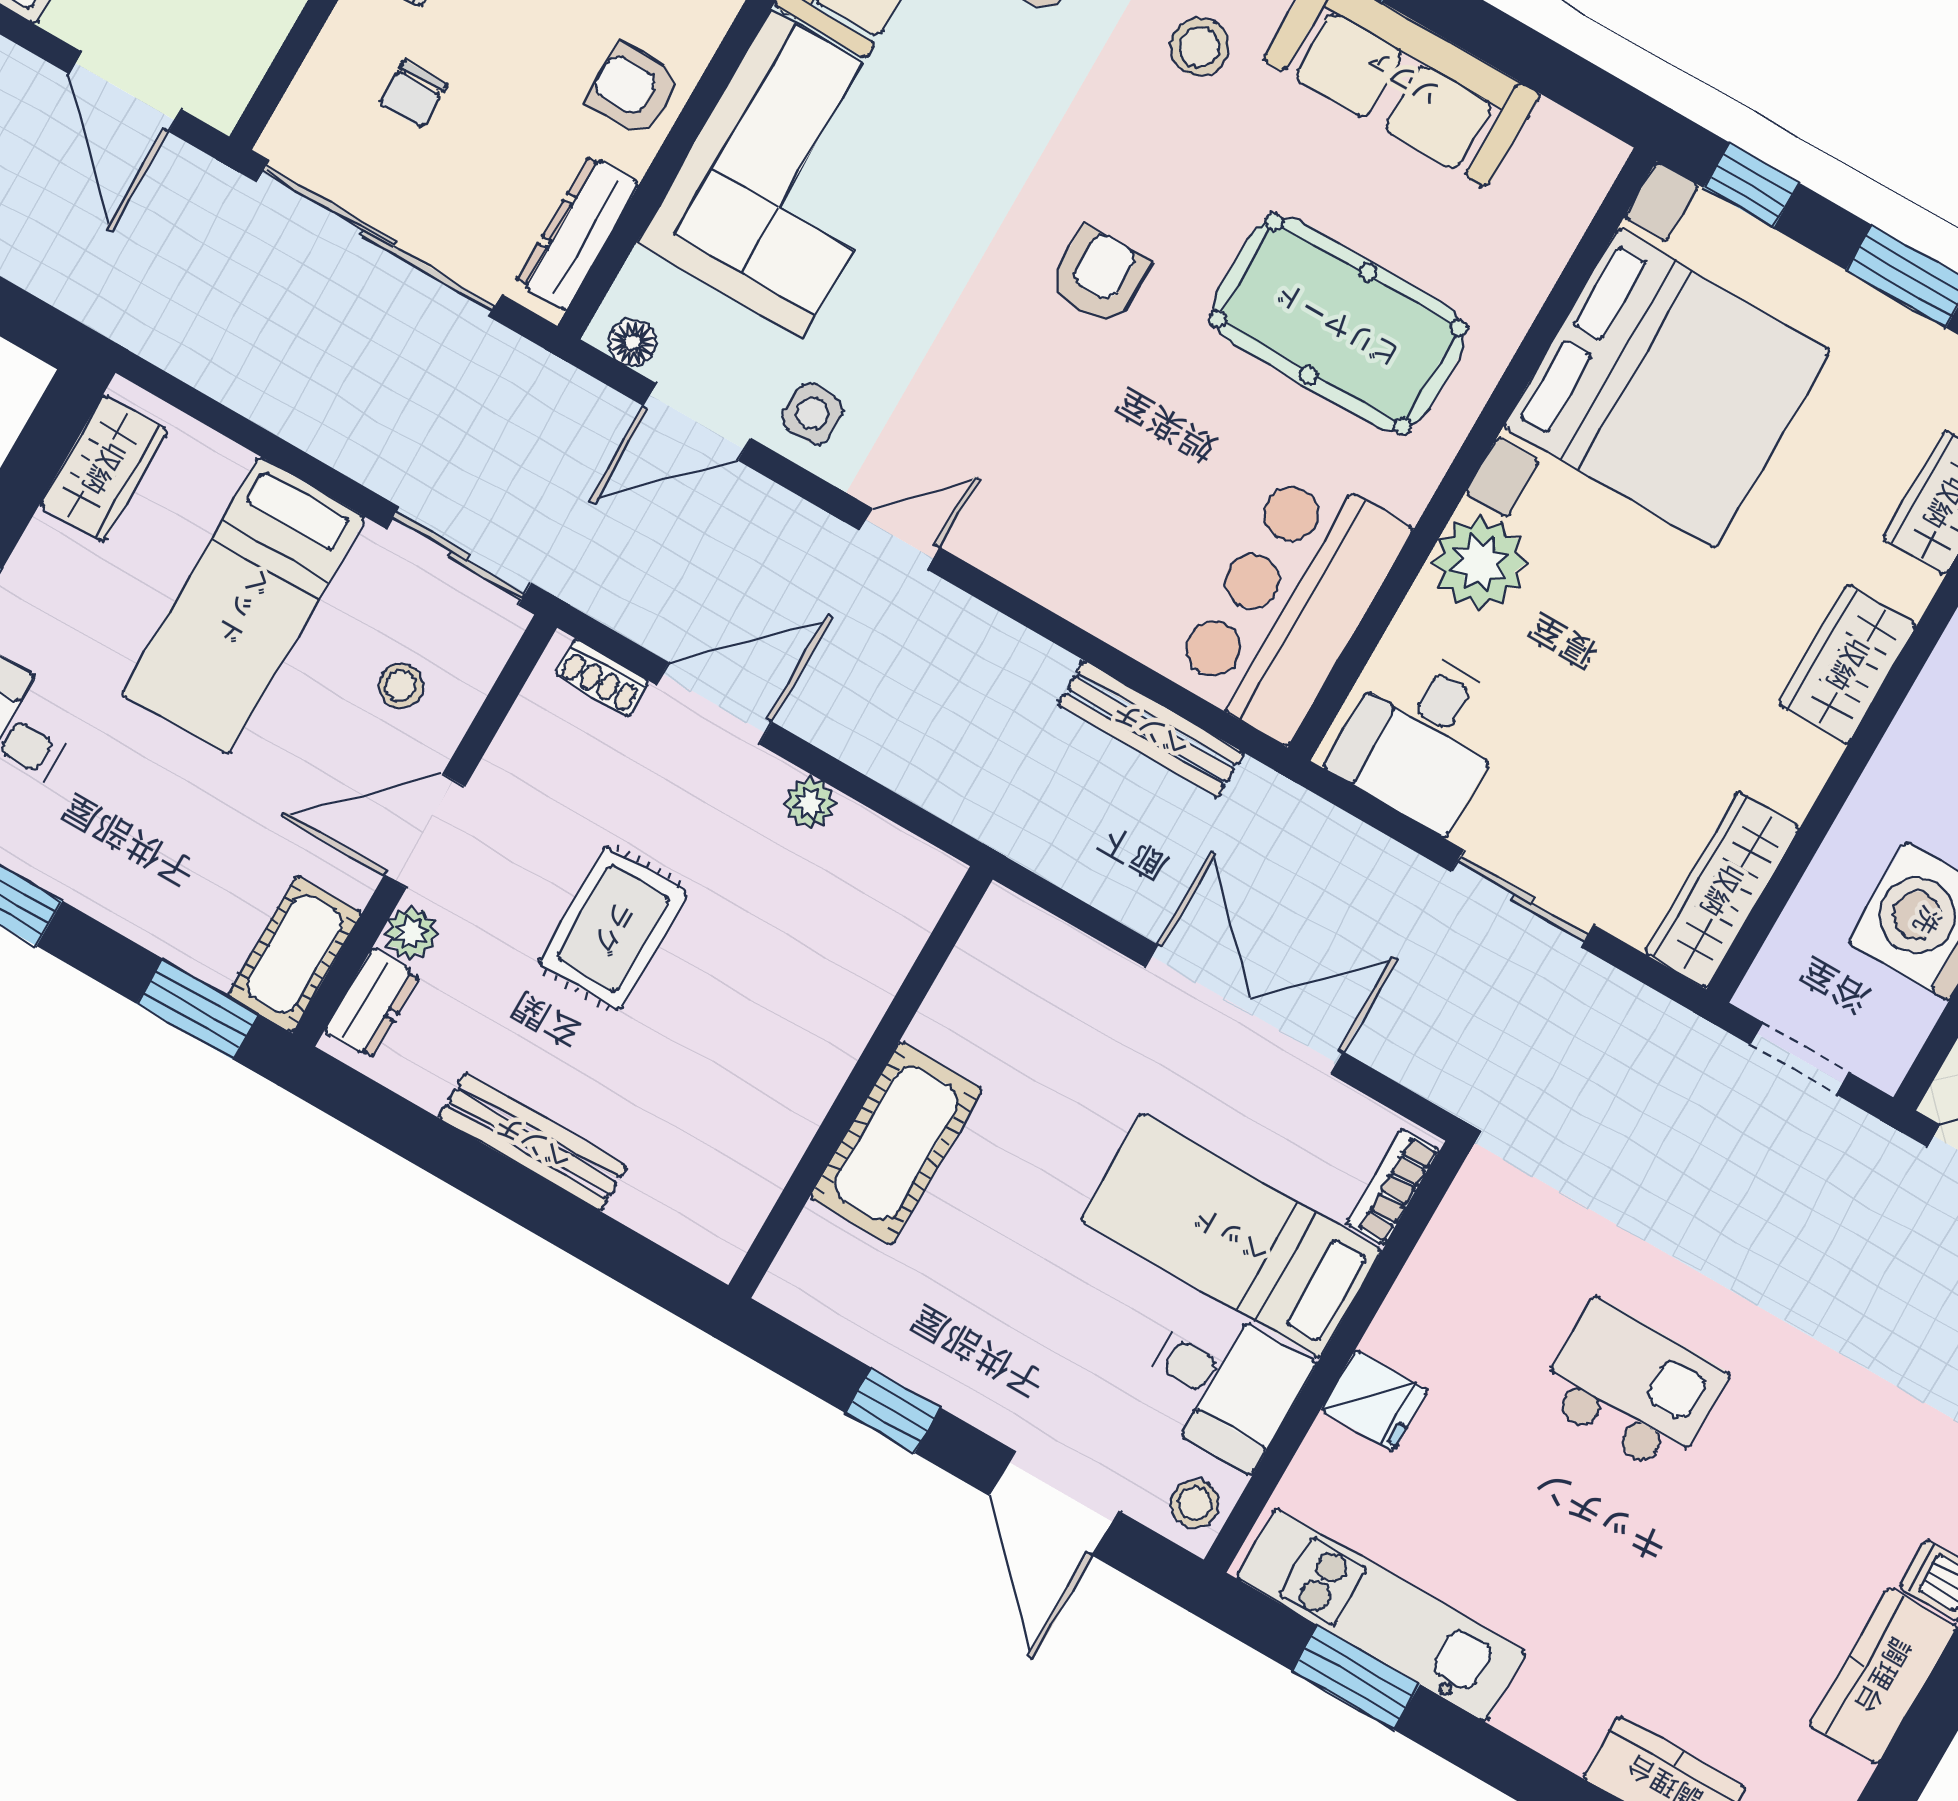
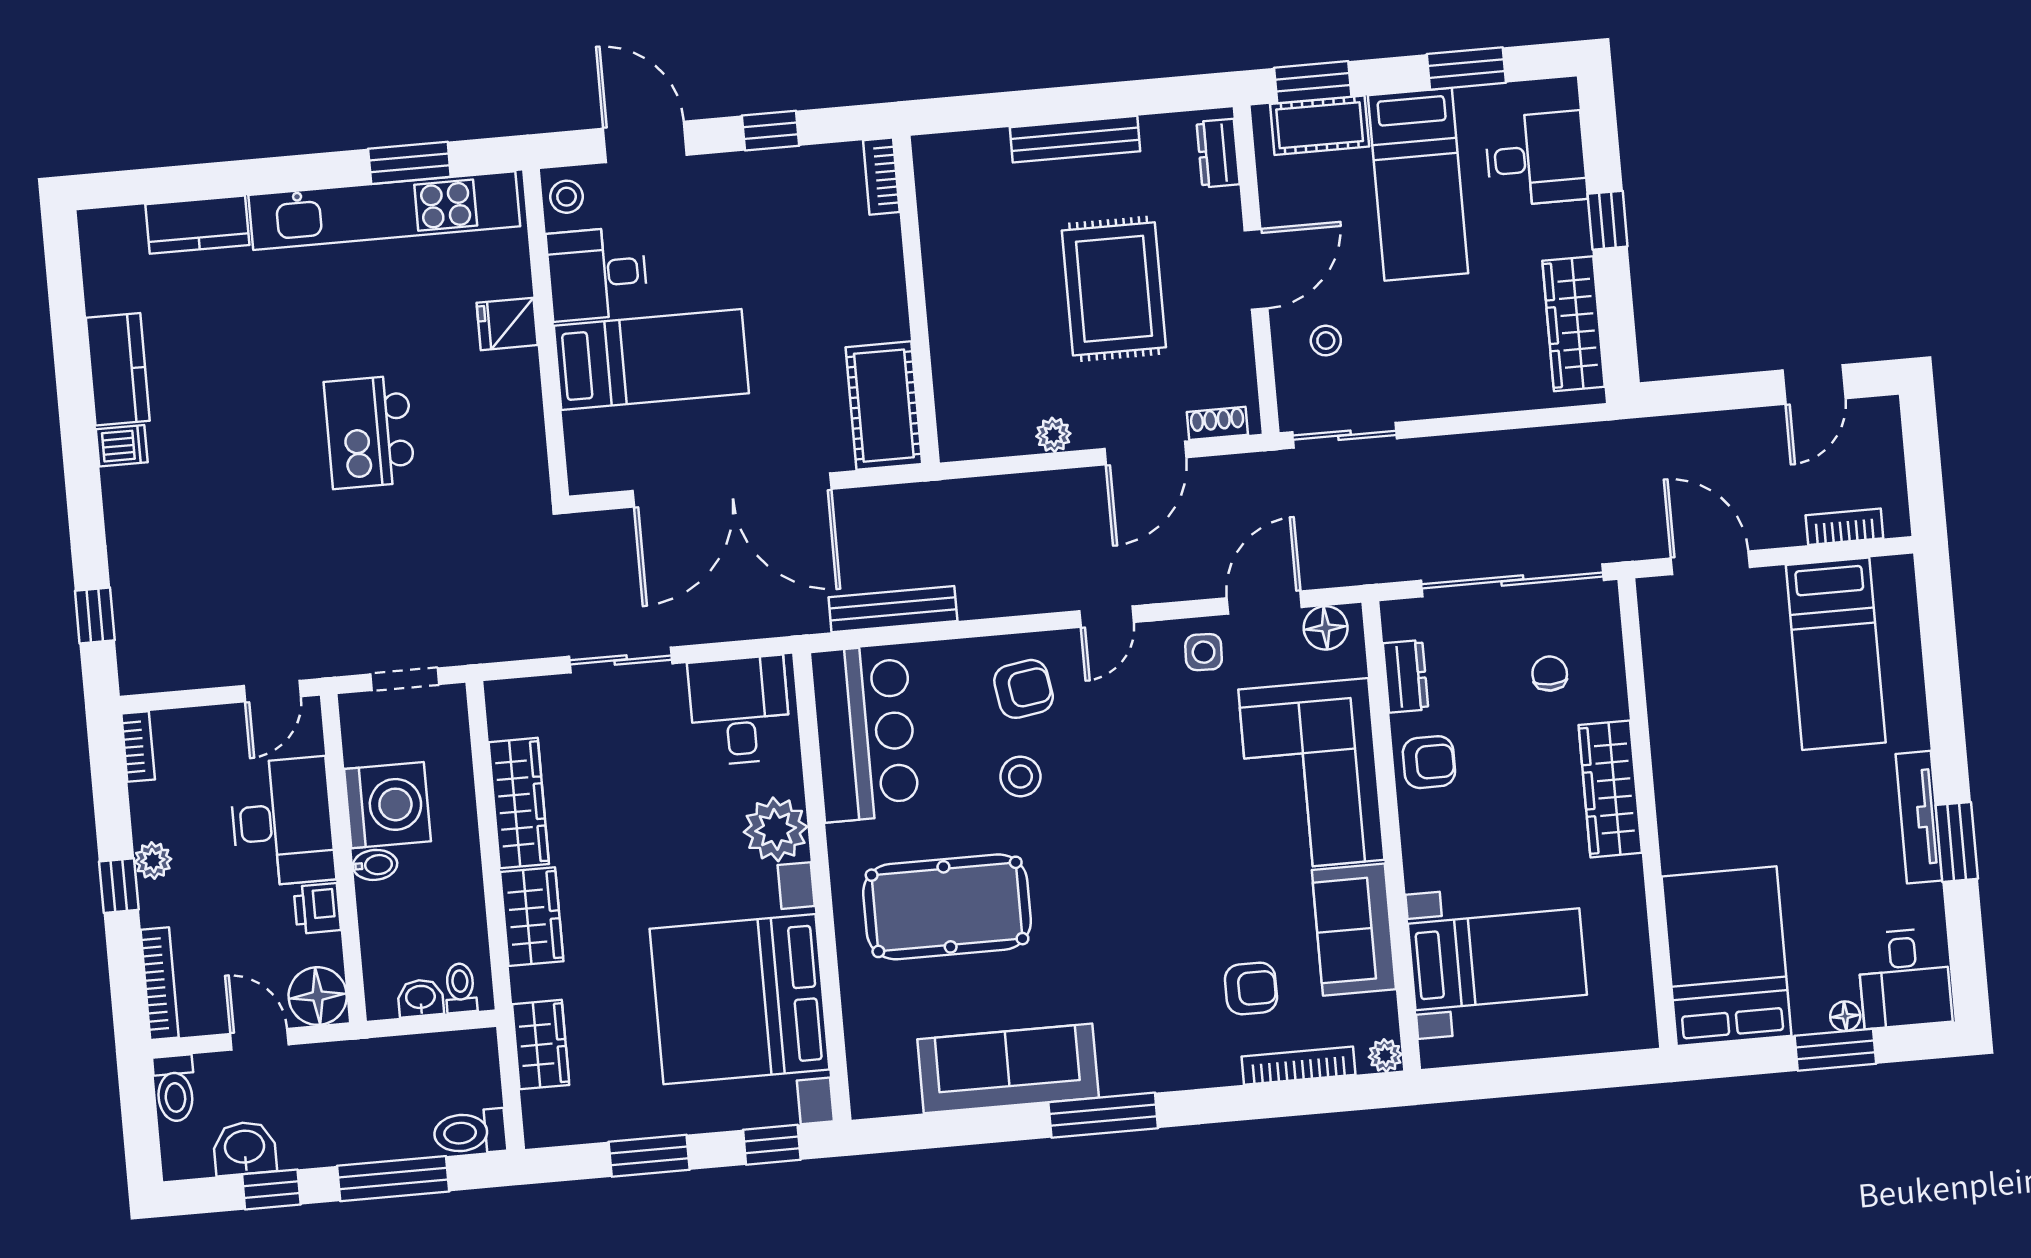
stool: (1200, 47) -> (1020, 776), moved
dresser: (578, 233) -> (1406, 676), width x0.70
armchair: (1099, 276) -> (1024, 689), moved, turned -99
floor lamp: (633, 343) -> (1326, 628), width x1.37, depth x1.37
wardrobe: (104, 468) -> (1574, 324), width x1.50
bed: (244, 606) -> (1418, 184), moved, turned 180
wardrobe: (1722, 890) -> (519, 803), moved
rug: (613, 928) -> (1114, 289), width x1.36, depth x1.43
plant: (411, 933) -> (1224, 207), removed
cot: (295, 954) -> (1320, 125), moved, turned 90
double door: (1244, 1009) -> (732, 490), width x1.36
cot: (896, 1143) -> (884, 406), moved
bookcase: (1393, 1187) -> (881, 176), moved, turned 180
kitchen island: (1632, 1387) -> (370, 432), turned 90
kitchen unit: (1381, 1615) -> (384, 211), width x1.36

